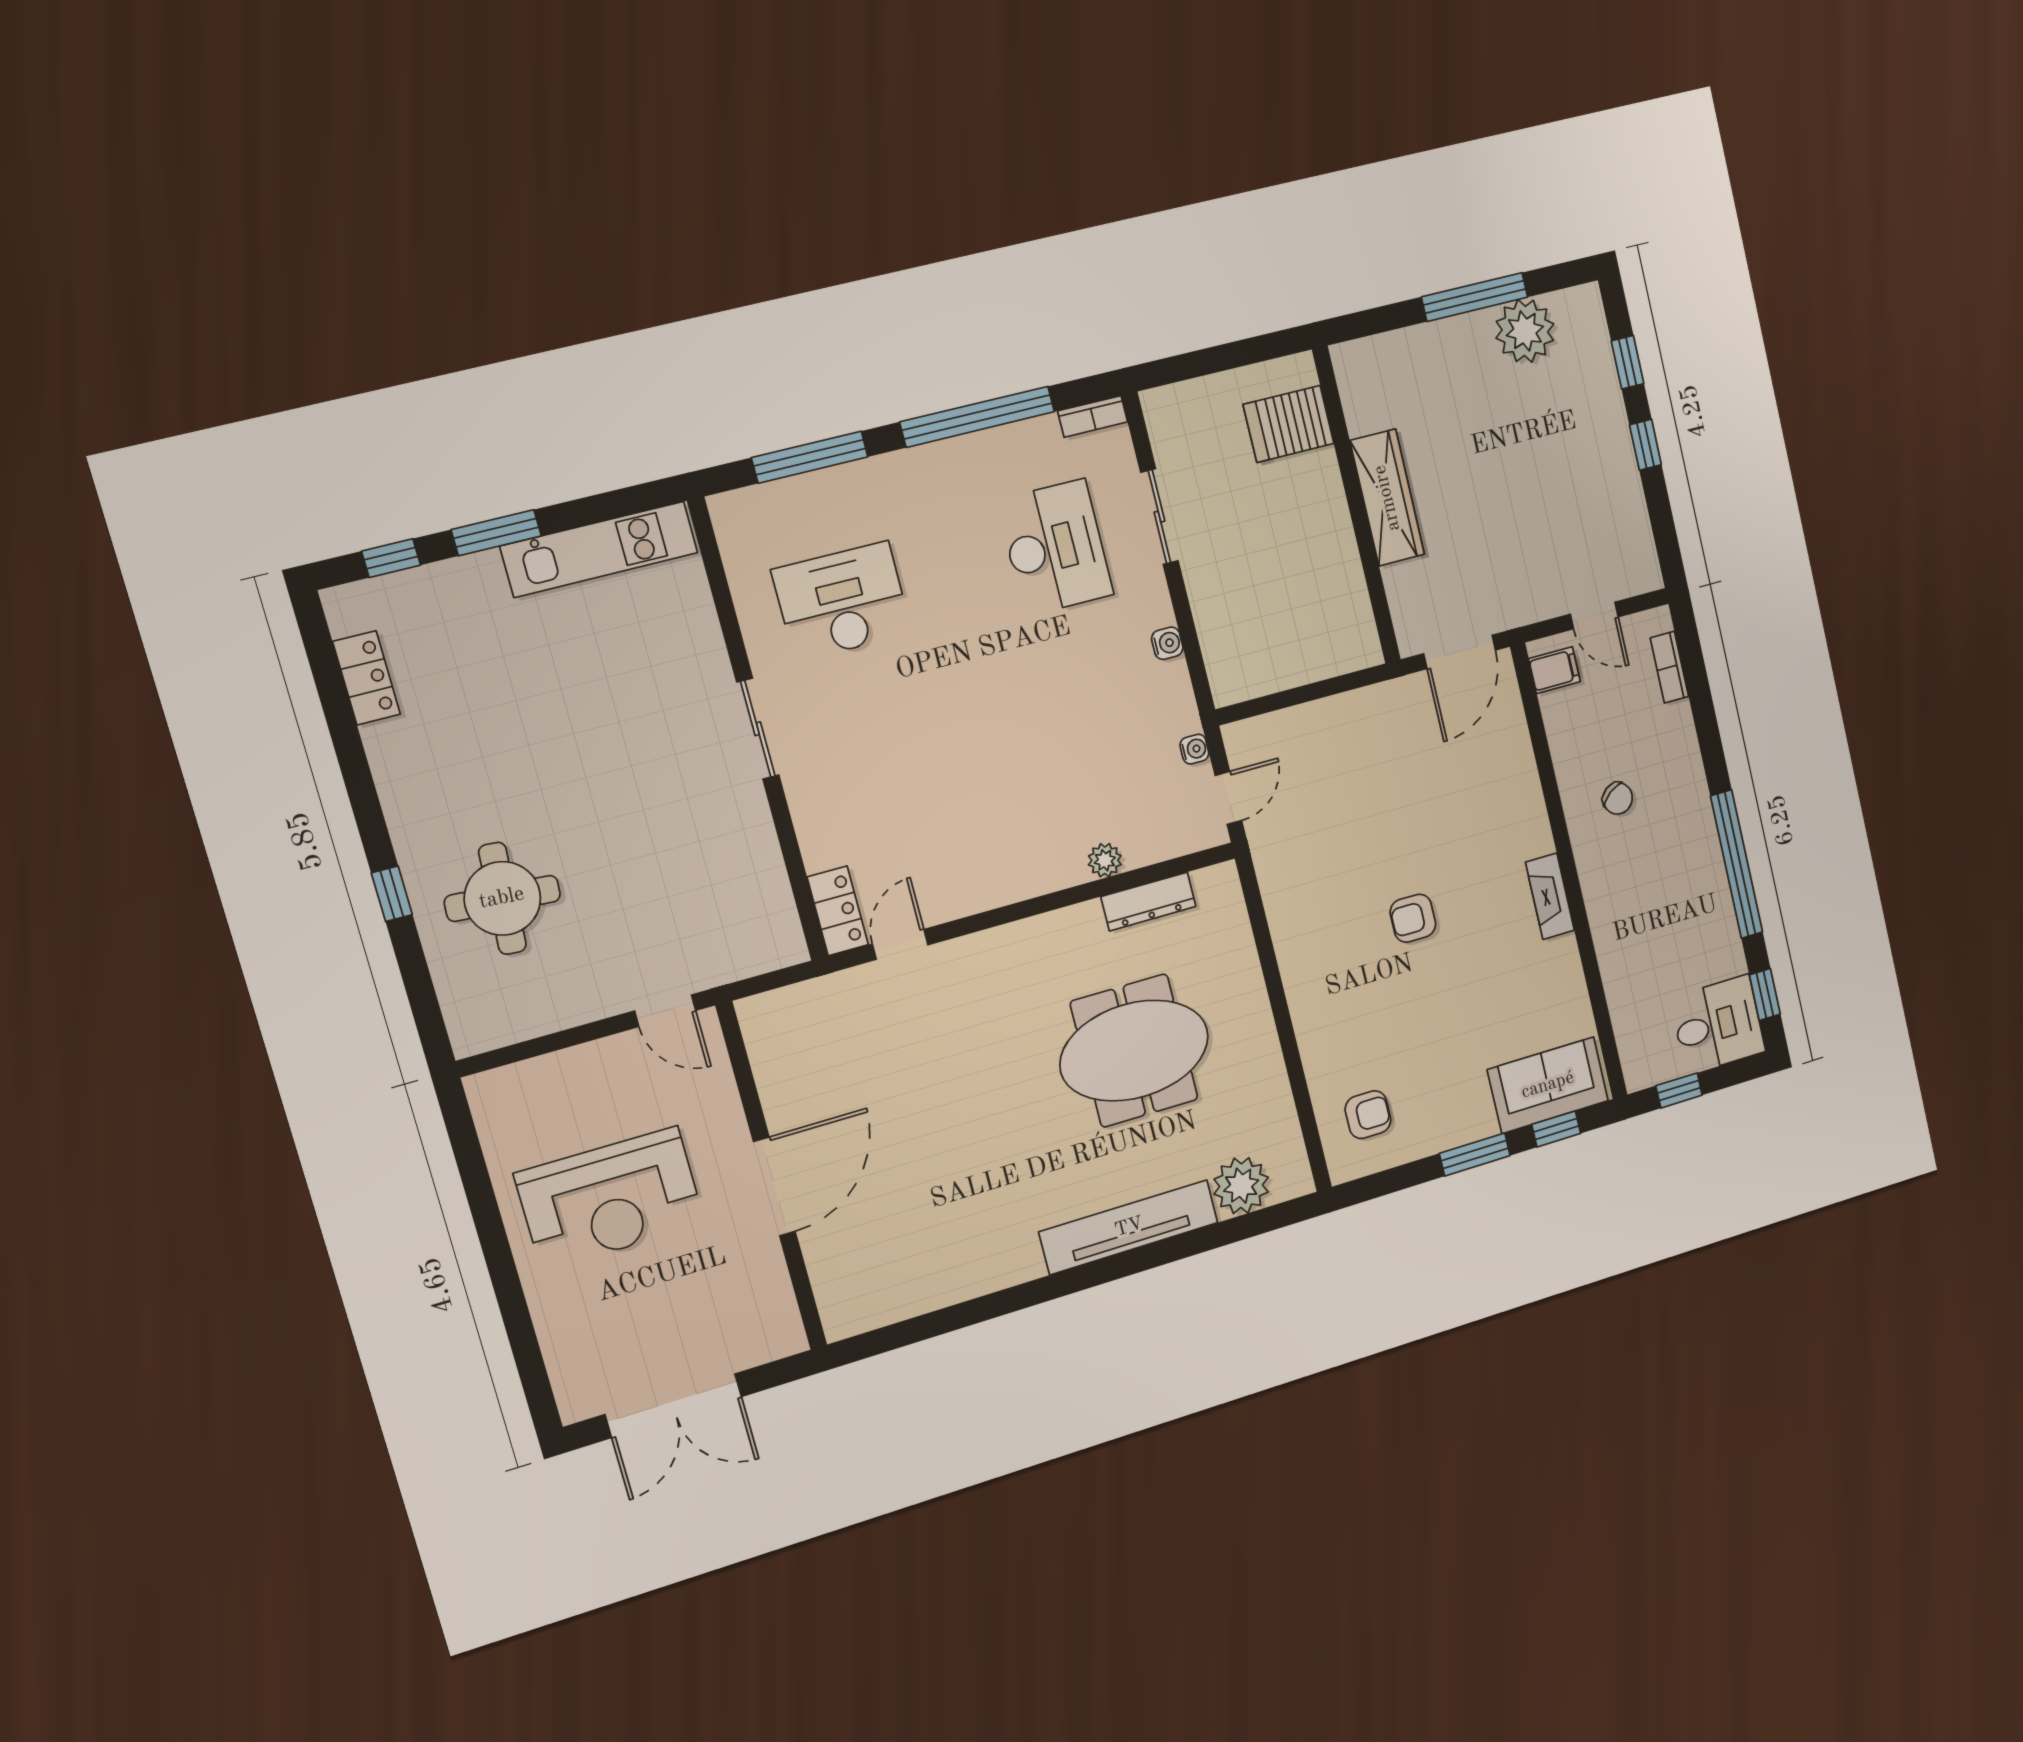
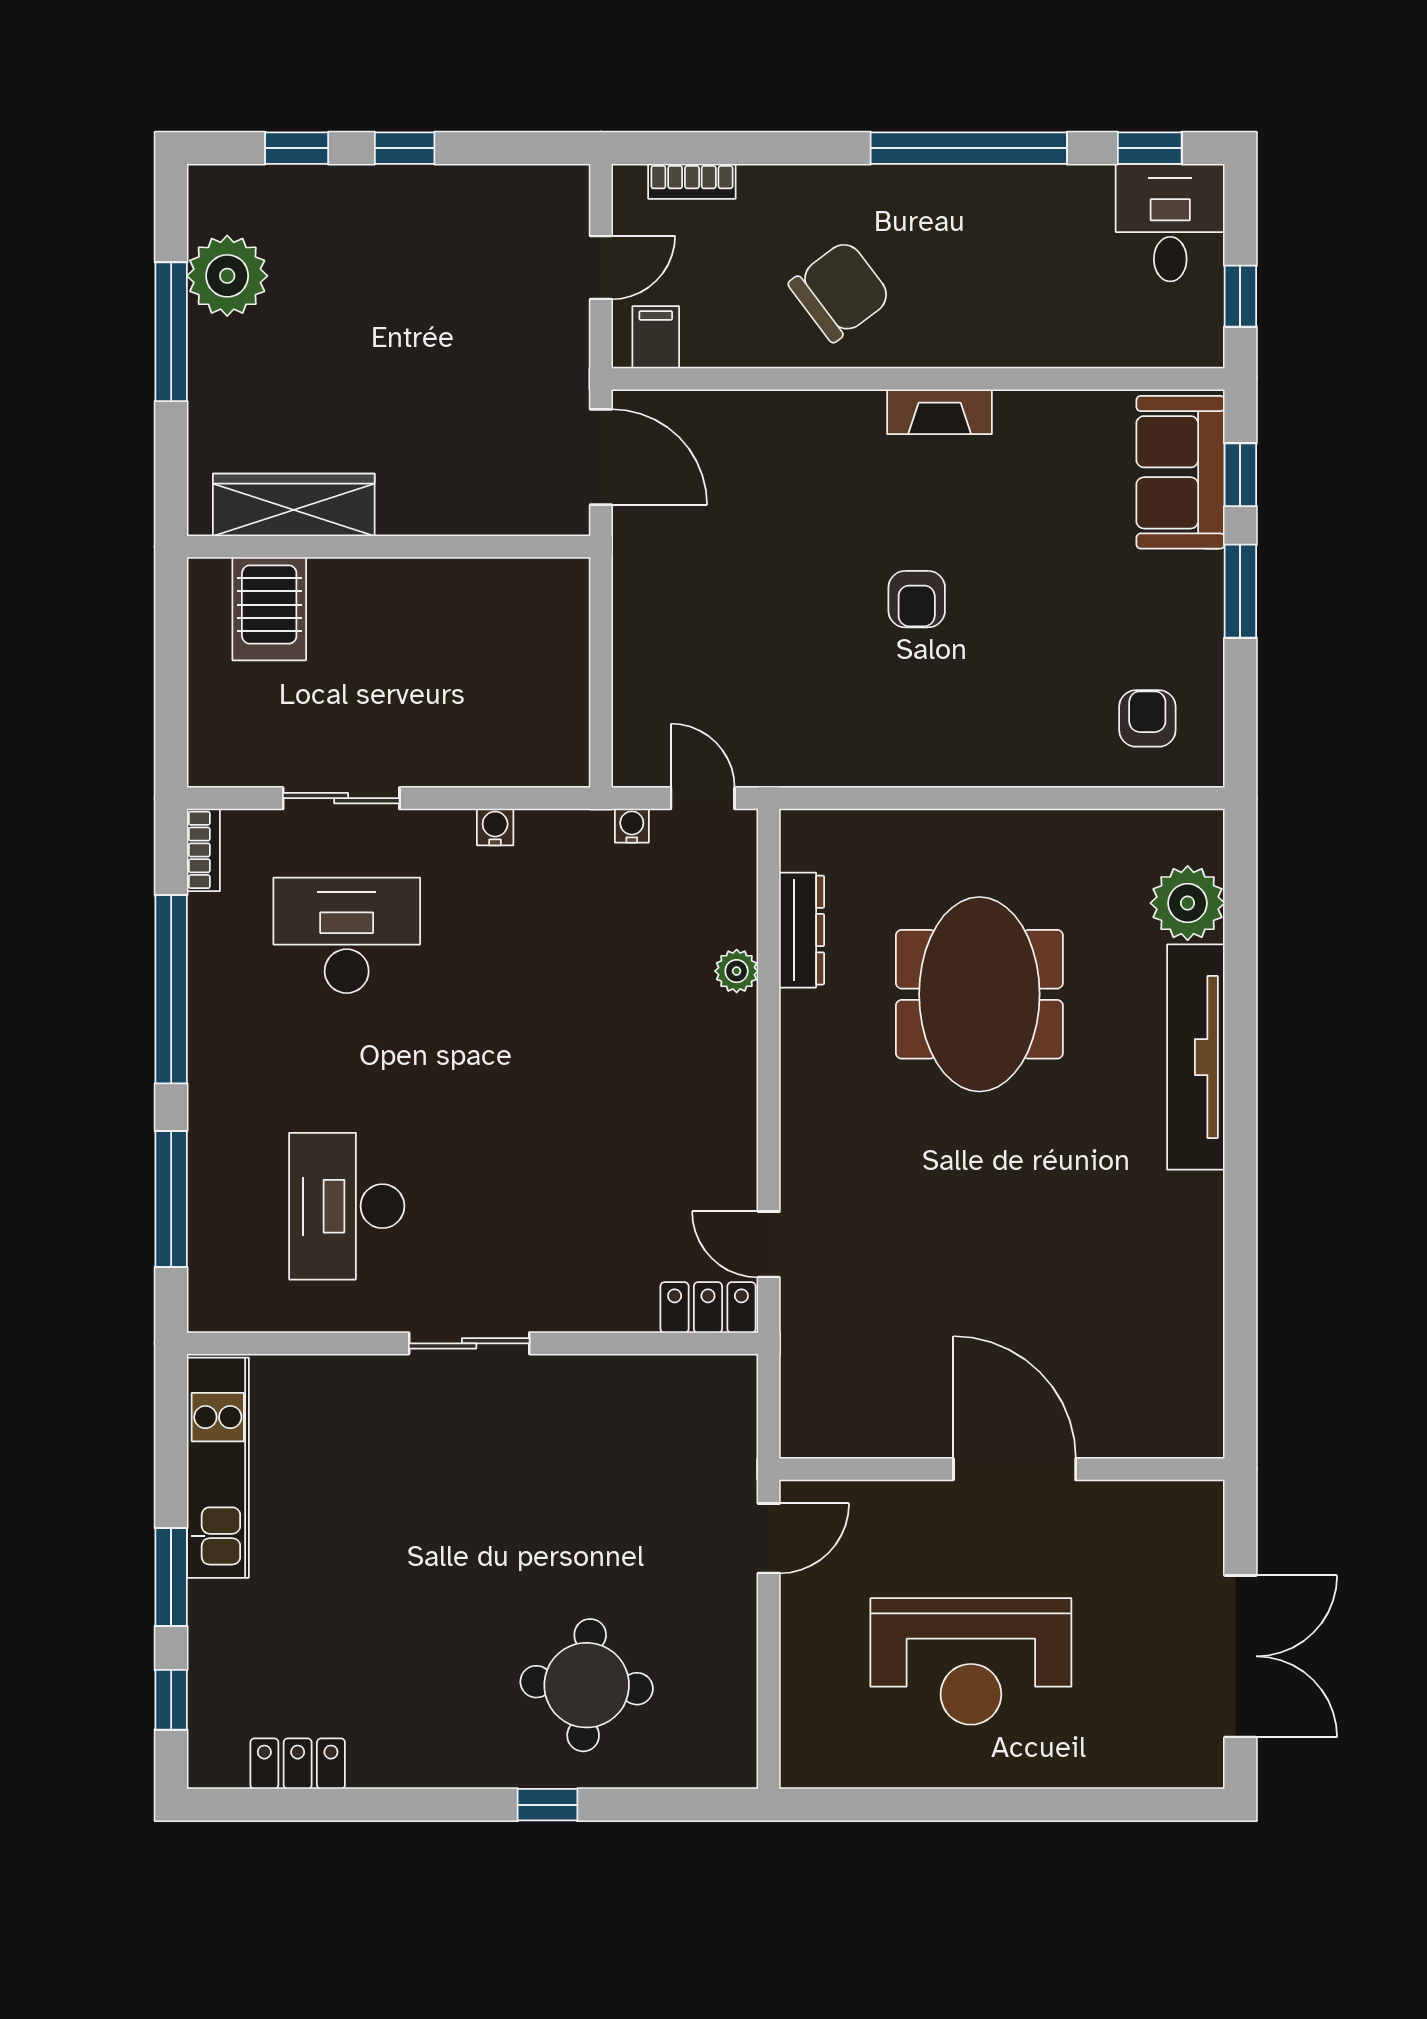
wardrobe: (1387, 498) -> (294, 505), moved
chair: (1618, 798) -> (840, 291), width x1.87, depth x1.87
reception desk: (610, 1199) -> (971, 1661), turned 90

